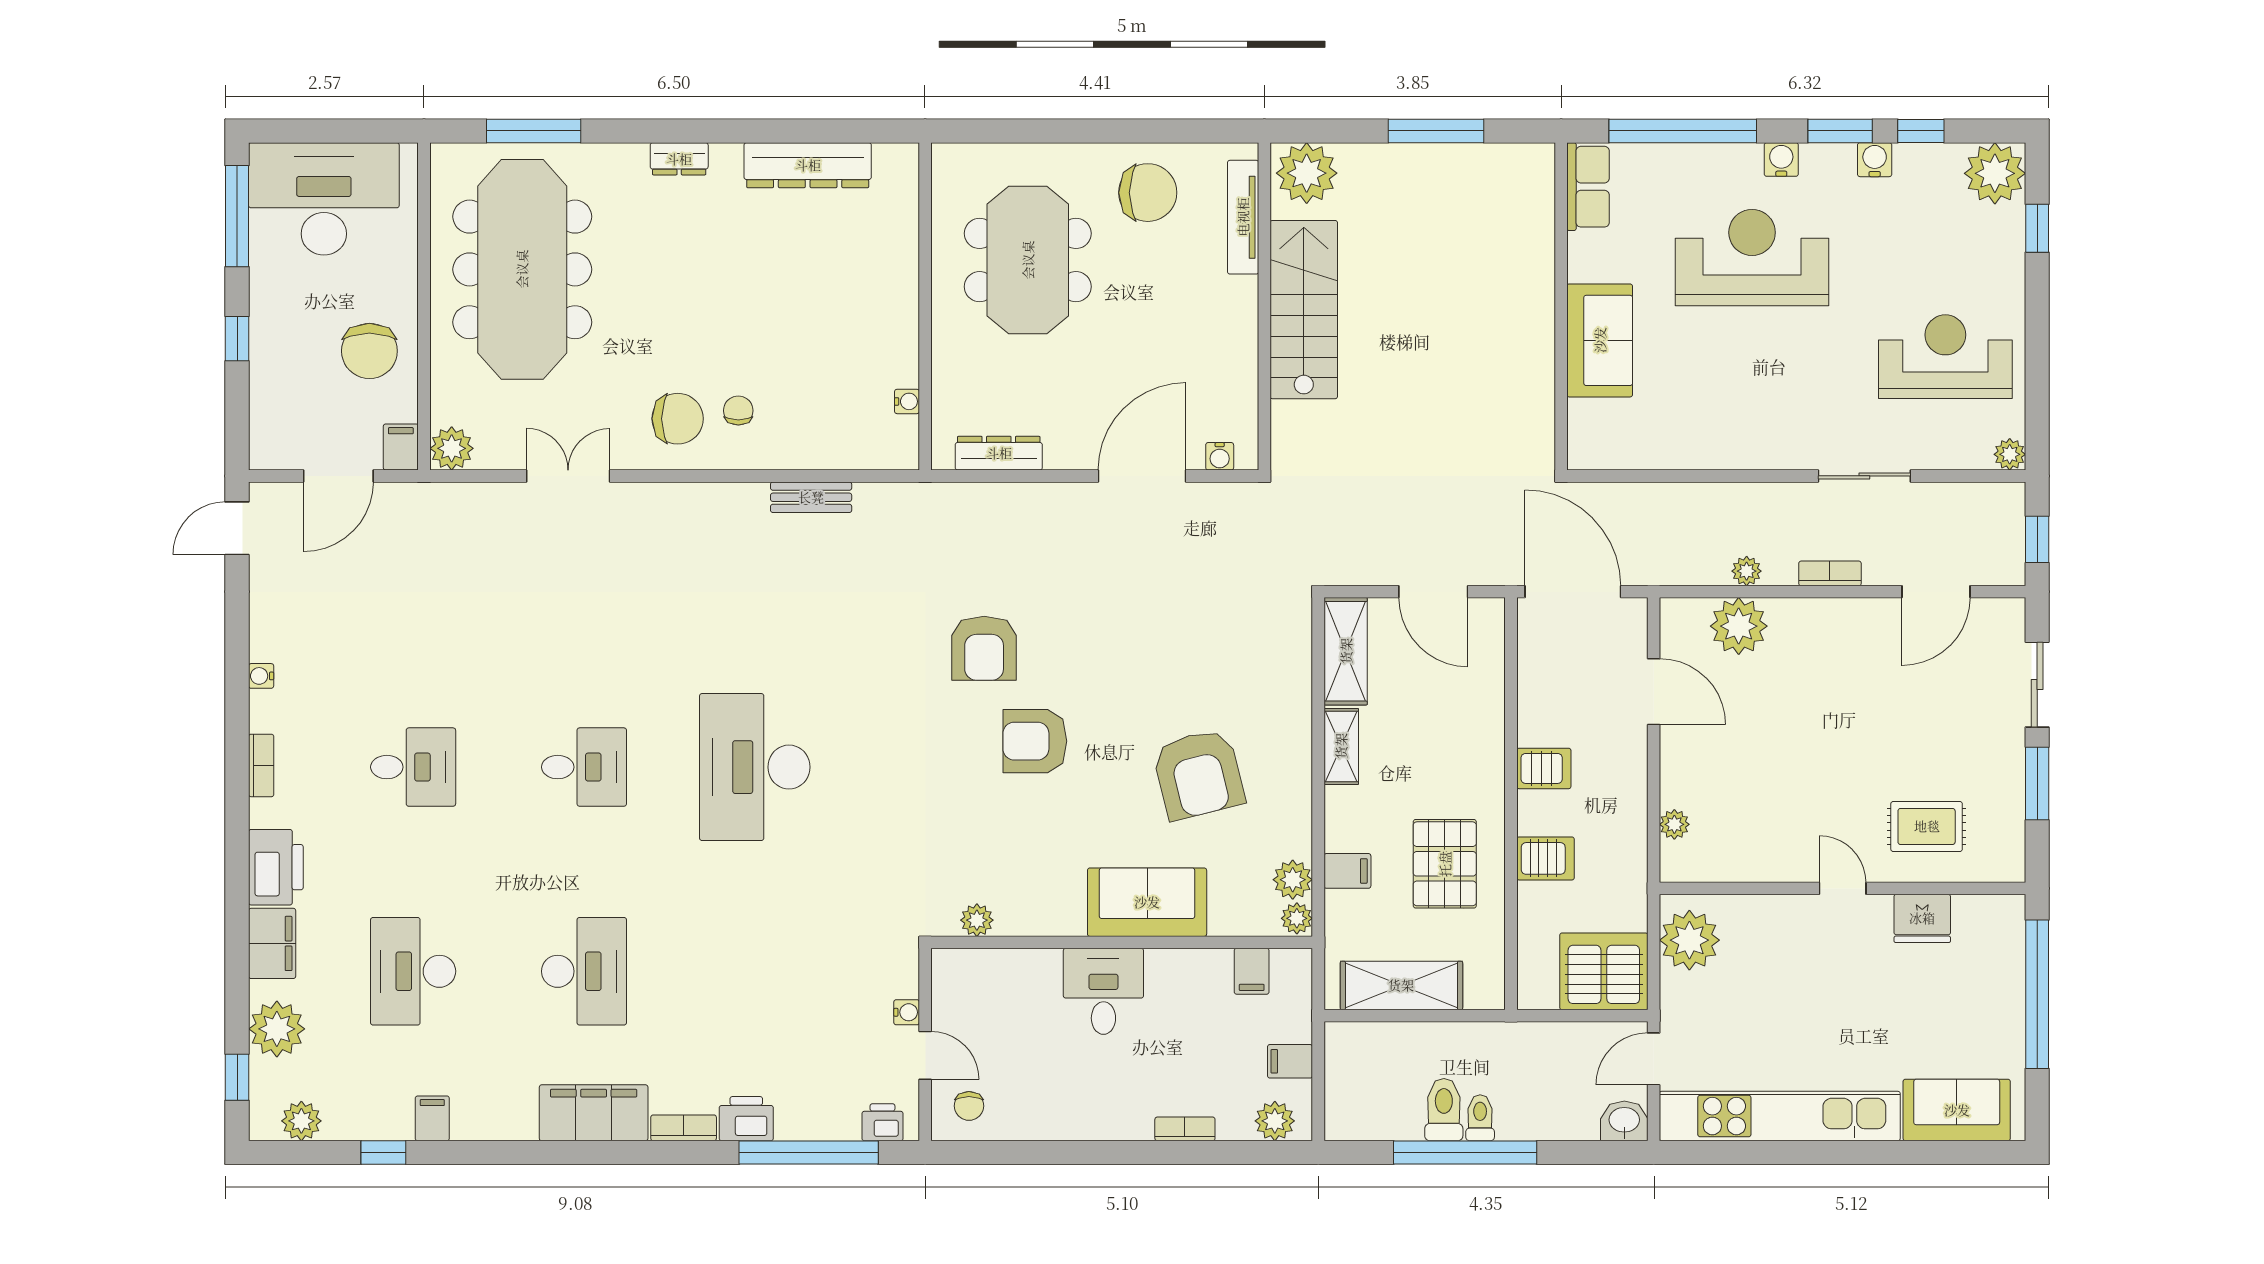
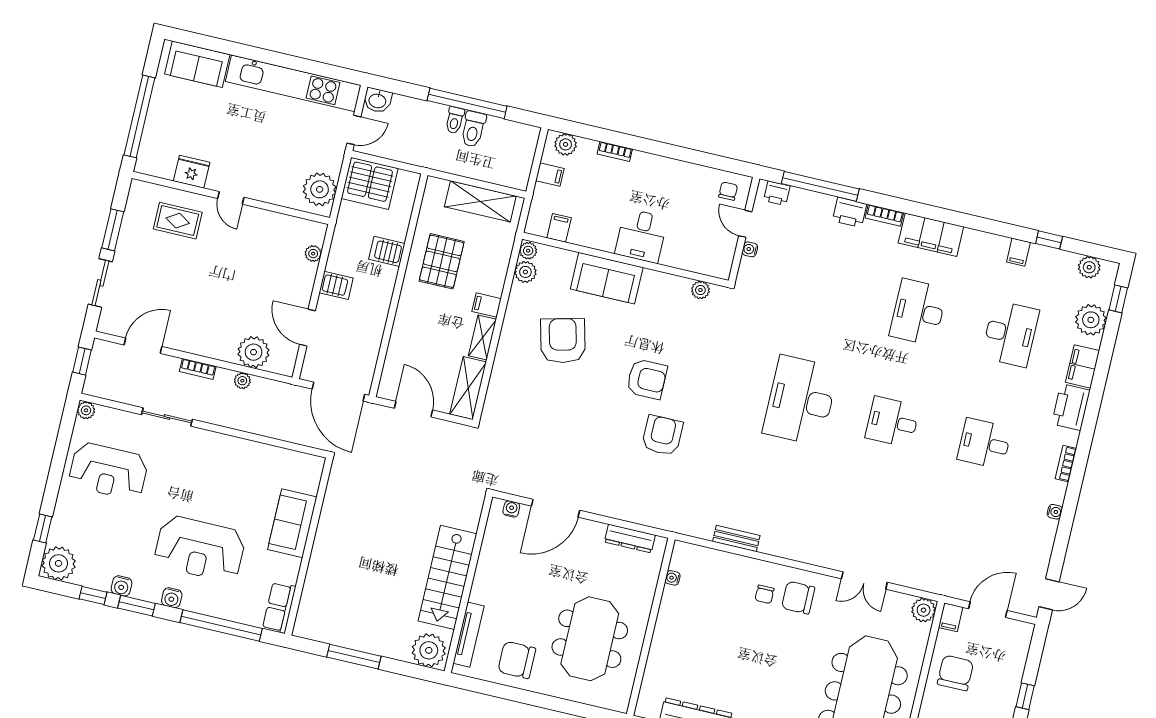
desk: (755, 767) -> (801, 400), turned 180
server rack: (1544, 768) -> (336, 285), moved, turned 180
filing cabinet: (1347, 871) -> (487, 305), moved

